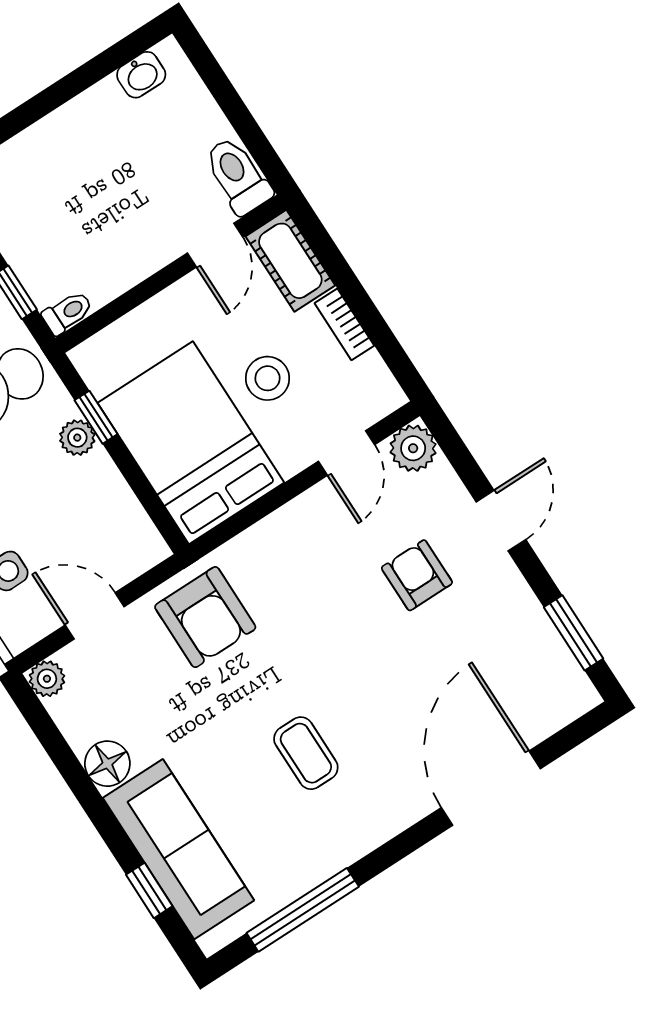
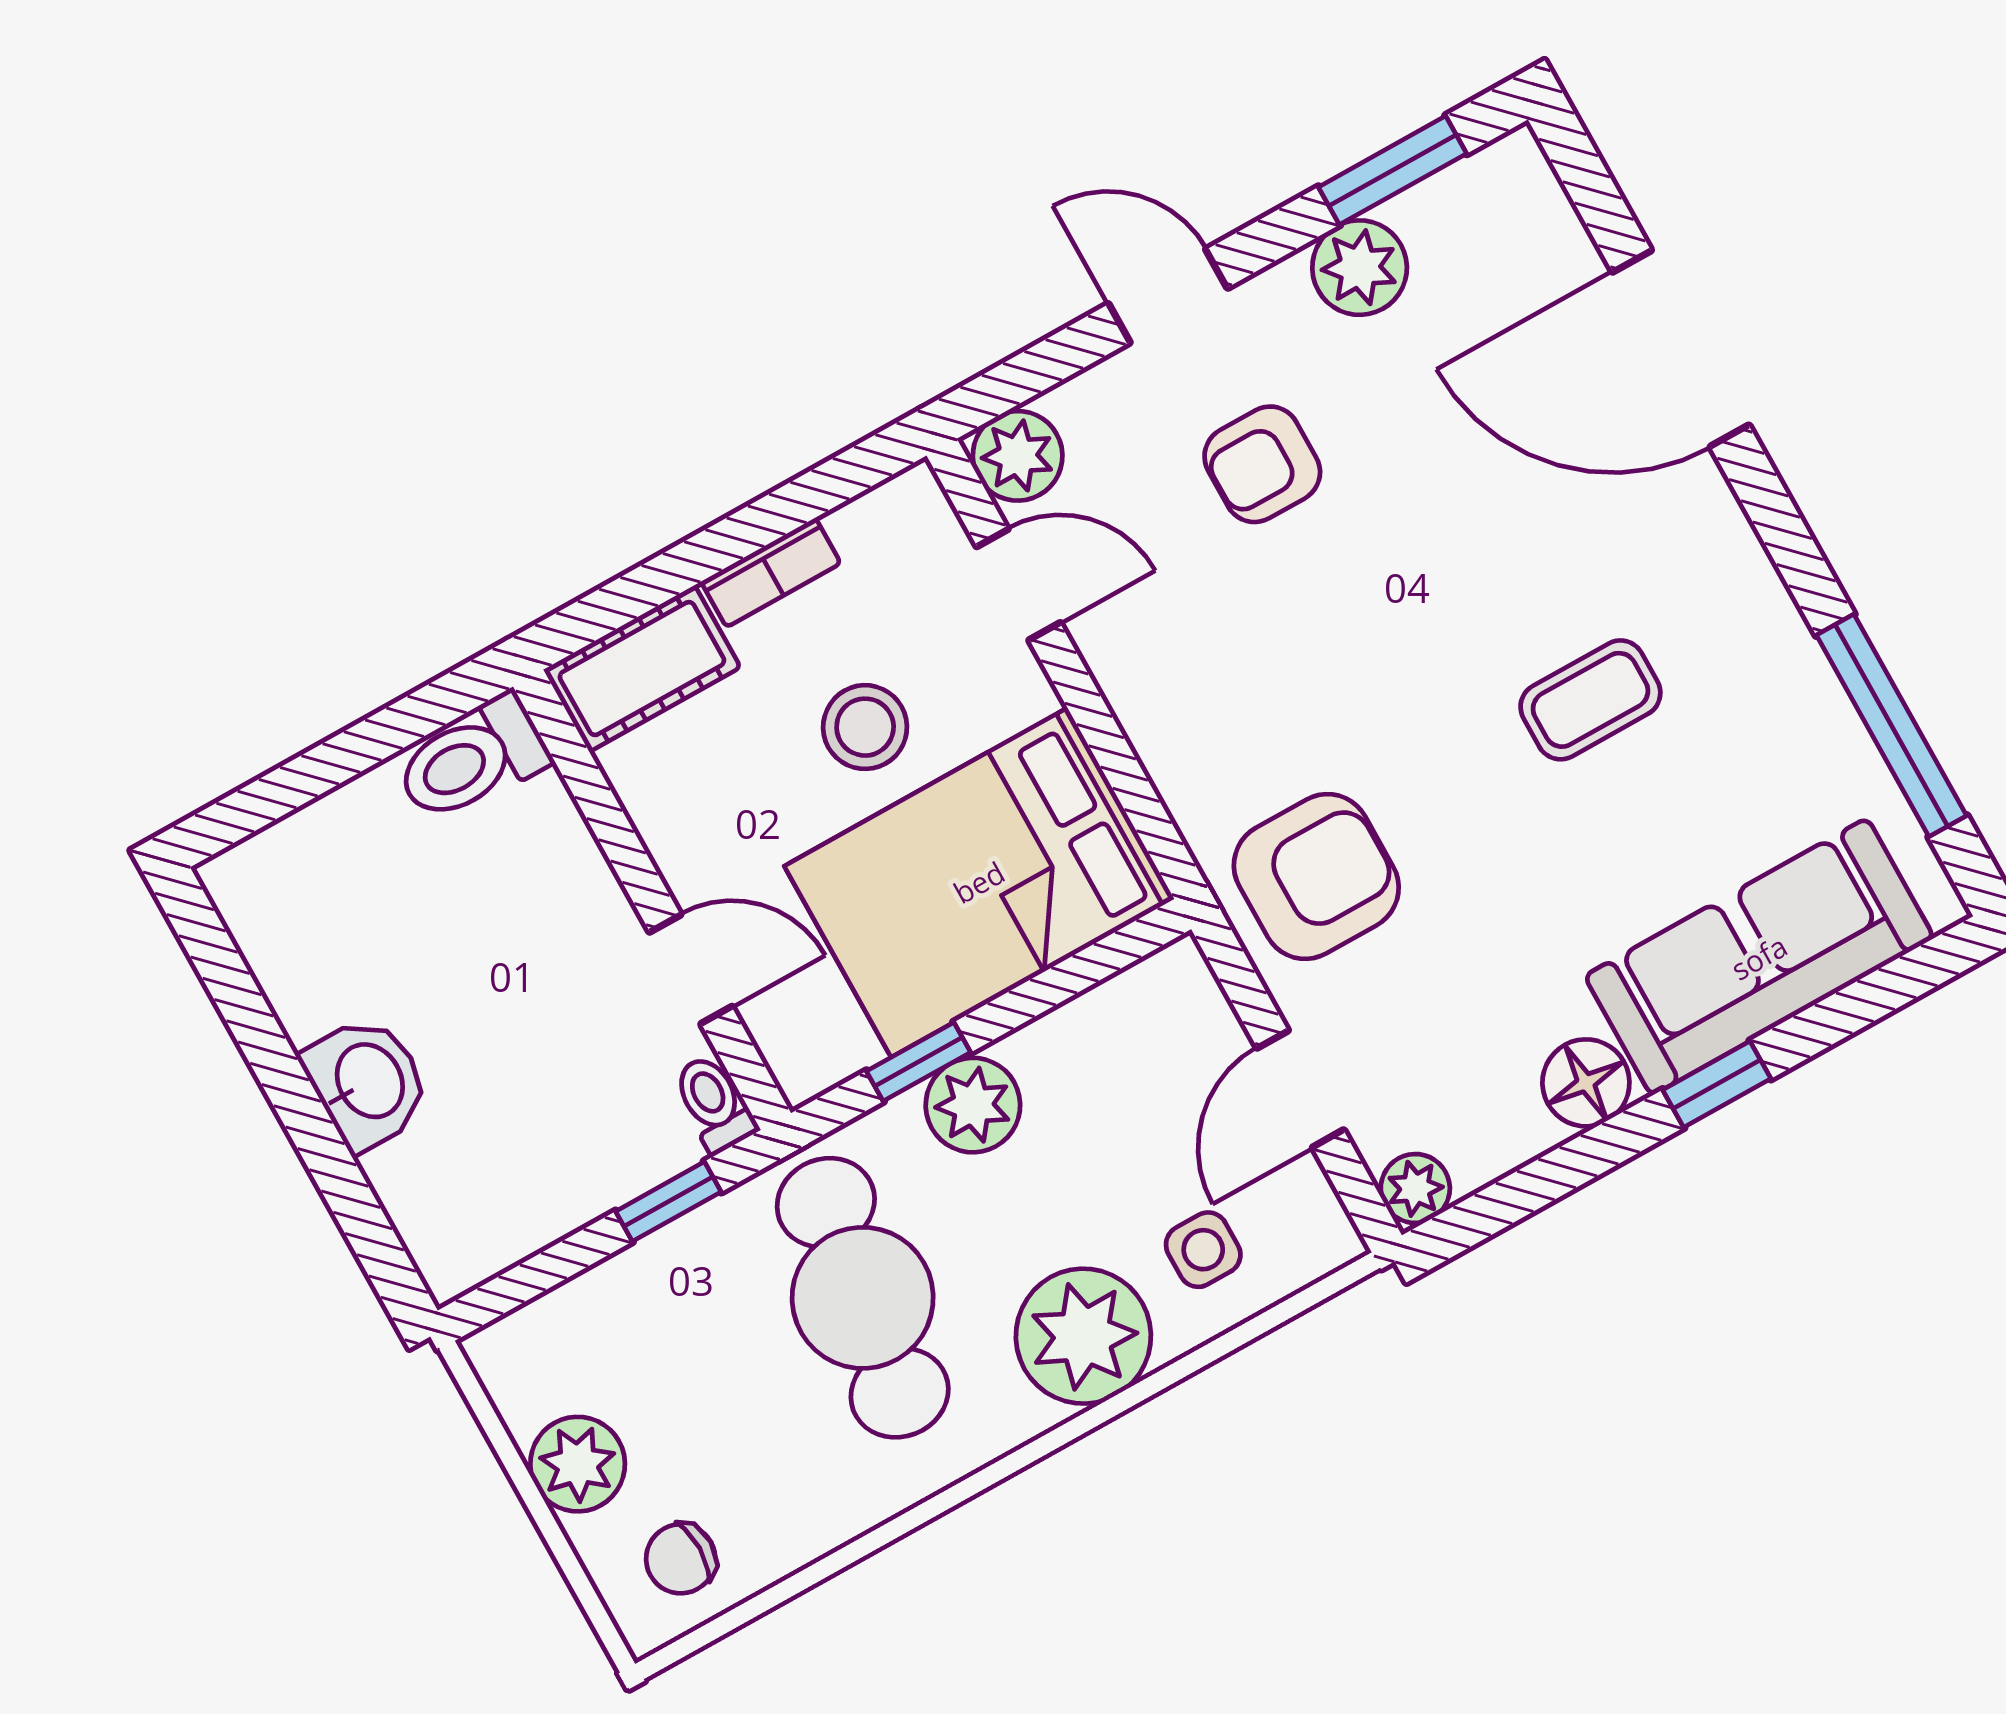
washbasin: (141, 75) -> (367, 1082), moved, width x1.38, depth x1.45
door: (215, 245) -> (691, 969), moved
plant: (77, 438) -> (973, 1105), width x1.38, depth x1.38
plant: (522, 619) -> (1360, 268), added
window: (149, 890) -> (1717, 1084), moved

